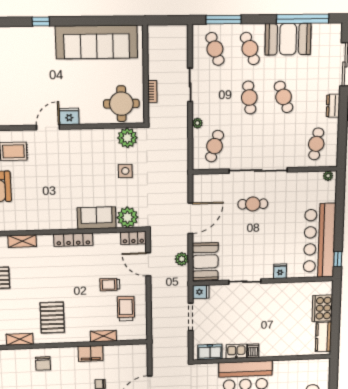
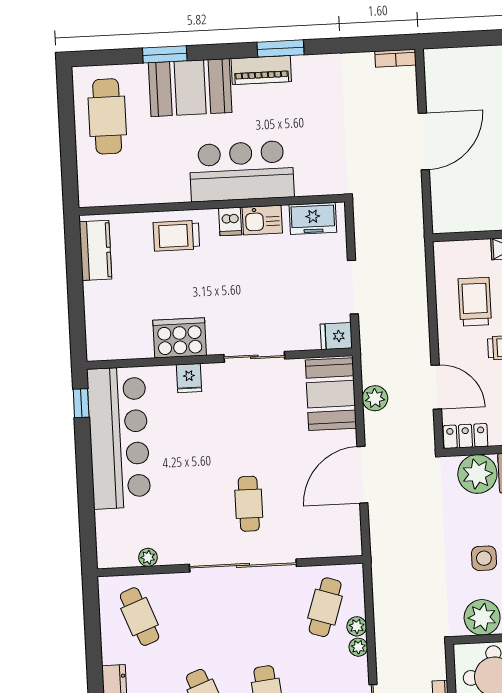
plant: (198, 135) -> (357, 626), added
cafe table: (316, 144) -> (140, 617), turned -30
plant: (328, 176) -> (148, 557), moved
cafe table: (253, 204) -> (249, 504), turned 90
cooker: (322, 308) -> (180, 338), moved, turned -90
trolley: (126, 309) -> (475, 302), turned 180
trolley: (281, 344) -> (176, 236), added

